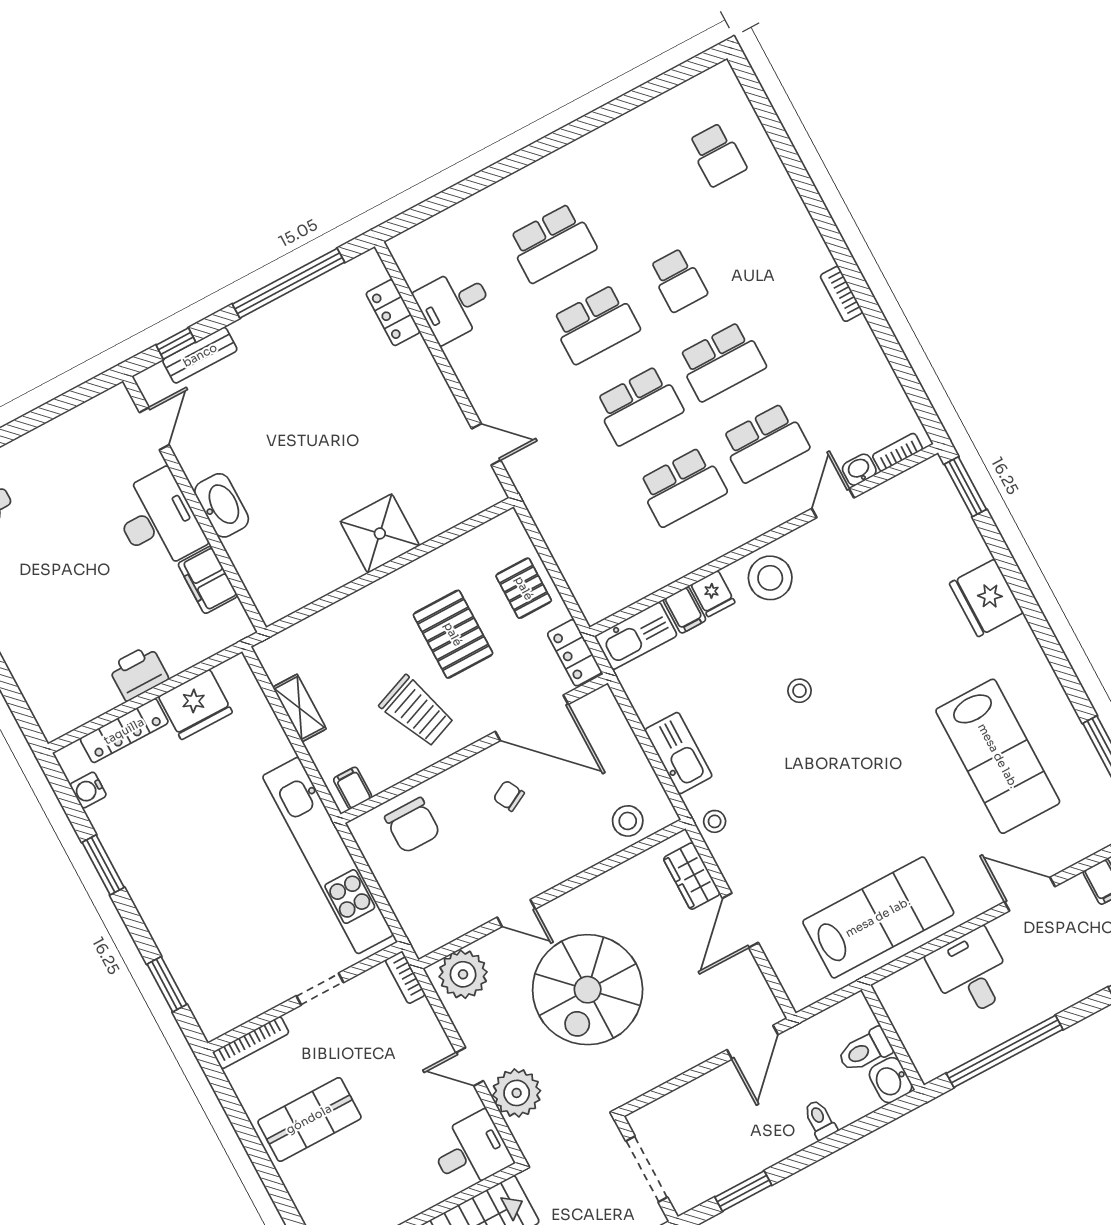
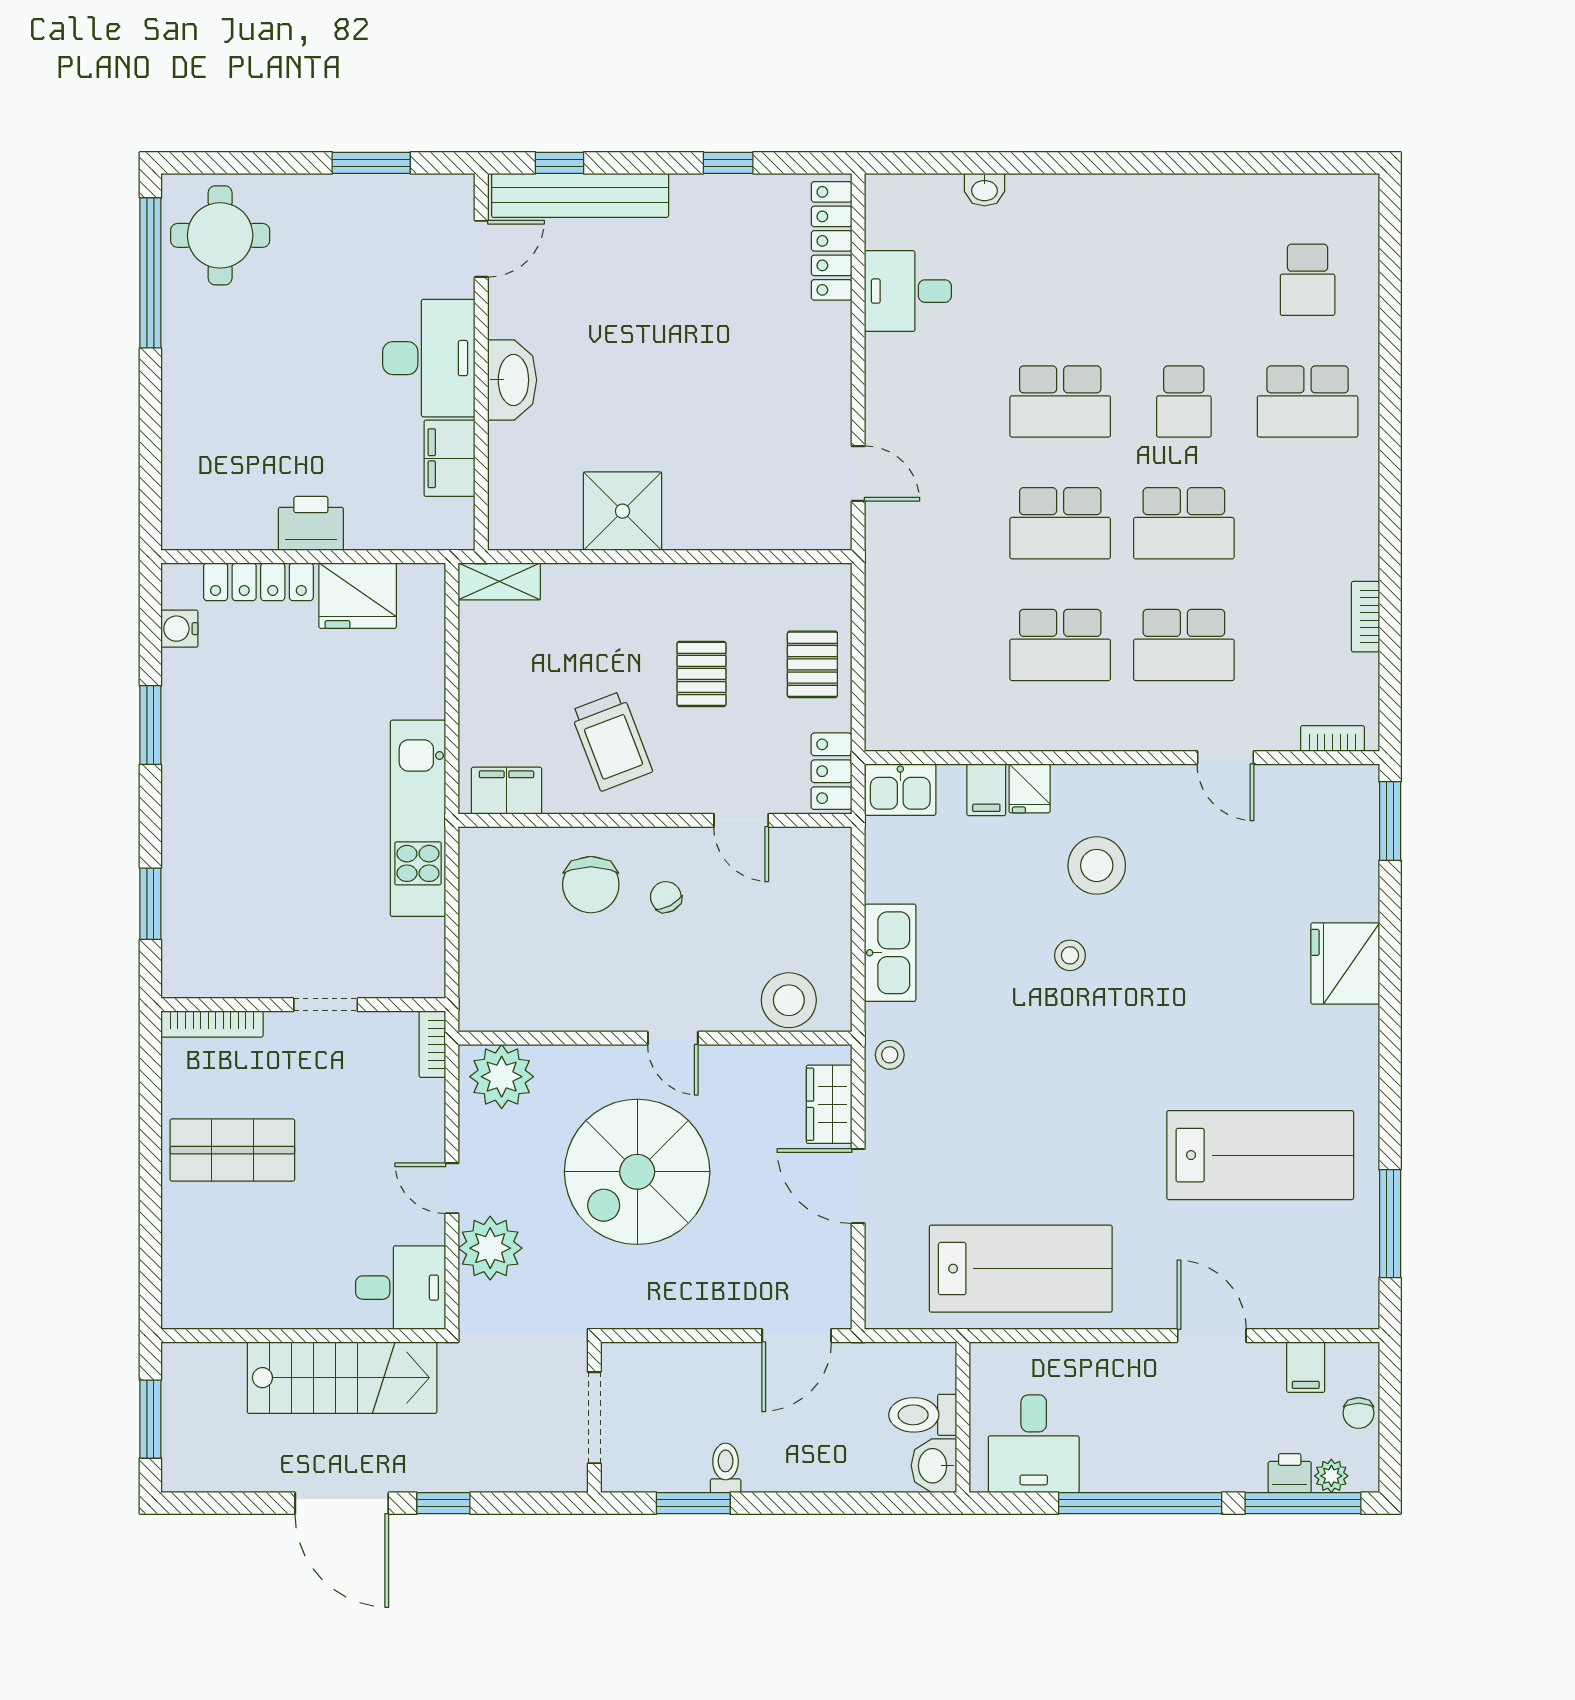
school desk: (552, 243) -> (1308, 401), moved
window: (289, 283) -> (728, 163), width x0.32
bookcase: (841, 294) -> (1366, 617), moved
locker: (393, 313) -> (832, 241), width x1.53
bench: (200, 355) -> (580, 195), width x1.86, depth x1.21
window: (50, 411) -> (371, 163), added
washbasin: (859, 470) -> (985, 190), moved, turned 180
door: (833, 503) -> (1225, 758), swing flipped
shower: (380, 533) -> (623, 511), moved
stool: (770, 578) -> (1097, 865), moved
pallet: (453, 634) -> (701, 674), width x0.67, depth x0.71
kitchen sink: (636, 636) -> (900, 790), width x0.73
shelving: (299, 708) -> (499, 581), moved, turned 90
door: (532, 718) -> (741, 820), width x0.53
lab bench: (998, 756) -> (1260, 1155), turned -90
filing cabinet: (353, 788) -> (506, 791), width x2.00
stool: (628, 821) -> (789, 1000), width x1.38, depth x1.38
chair: (412, 825) -> (591, 885), moved
kitchen unit: (328, 855) -> (418, 818), width x0.73
door: (516, 913) -> (673, 1038), moved
door: (740, 920) -> (858, 1186), hinge flipped
desk: (971, 973) -> (1034, 1444), moved, turned 180
window: (1005, 1051) -> (1140, 1503), moved
toilet: (820, 1120) -> (726, 1468), moved

